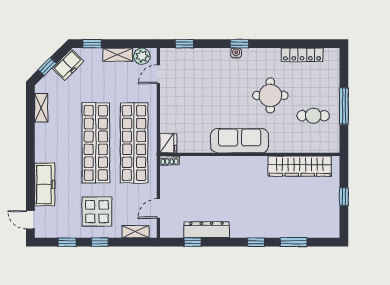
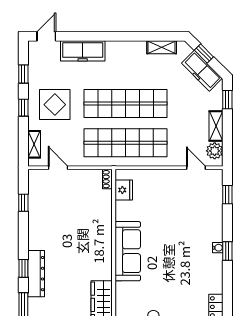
freezer: (68, 65) -> (202, 71), width x1.40
round table: (270, 95) -> (174, 283), removed
fridge: (168, 143) -> (124, 190), moved, turned -90
dresser: (207, 230) -> (36, 274), moved

